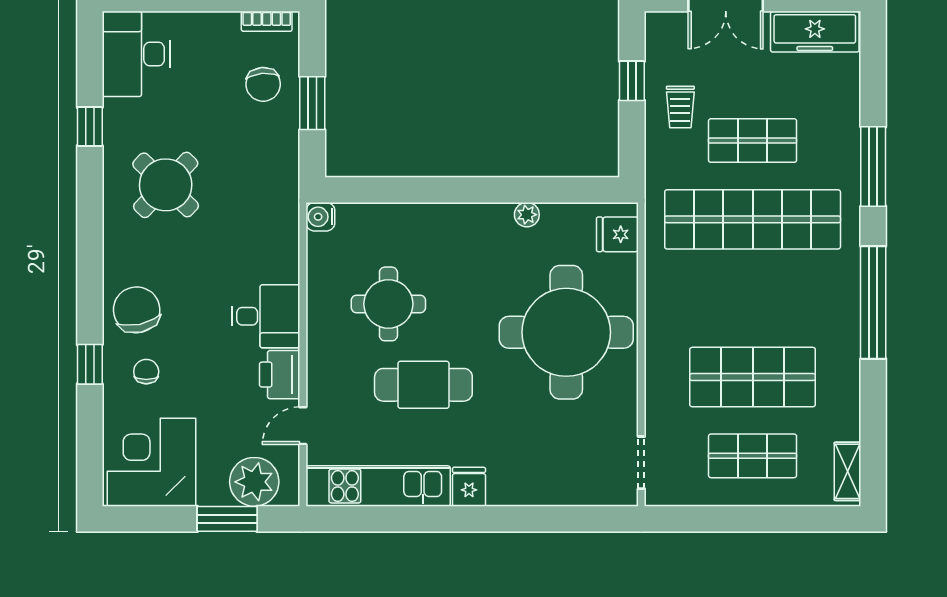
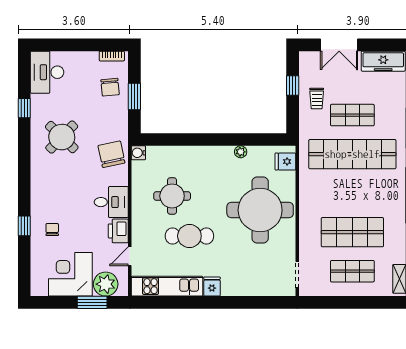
chair: (137, 310) -> (111, 154), moved
corner desk: (152, 462) -> (70, 274), moved

